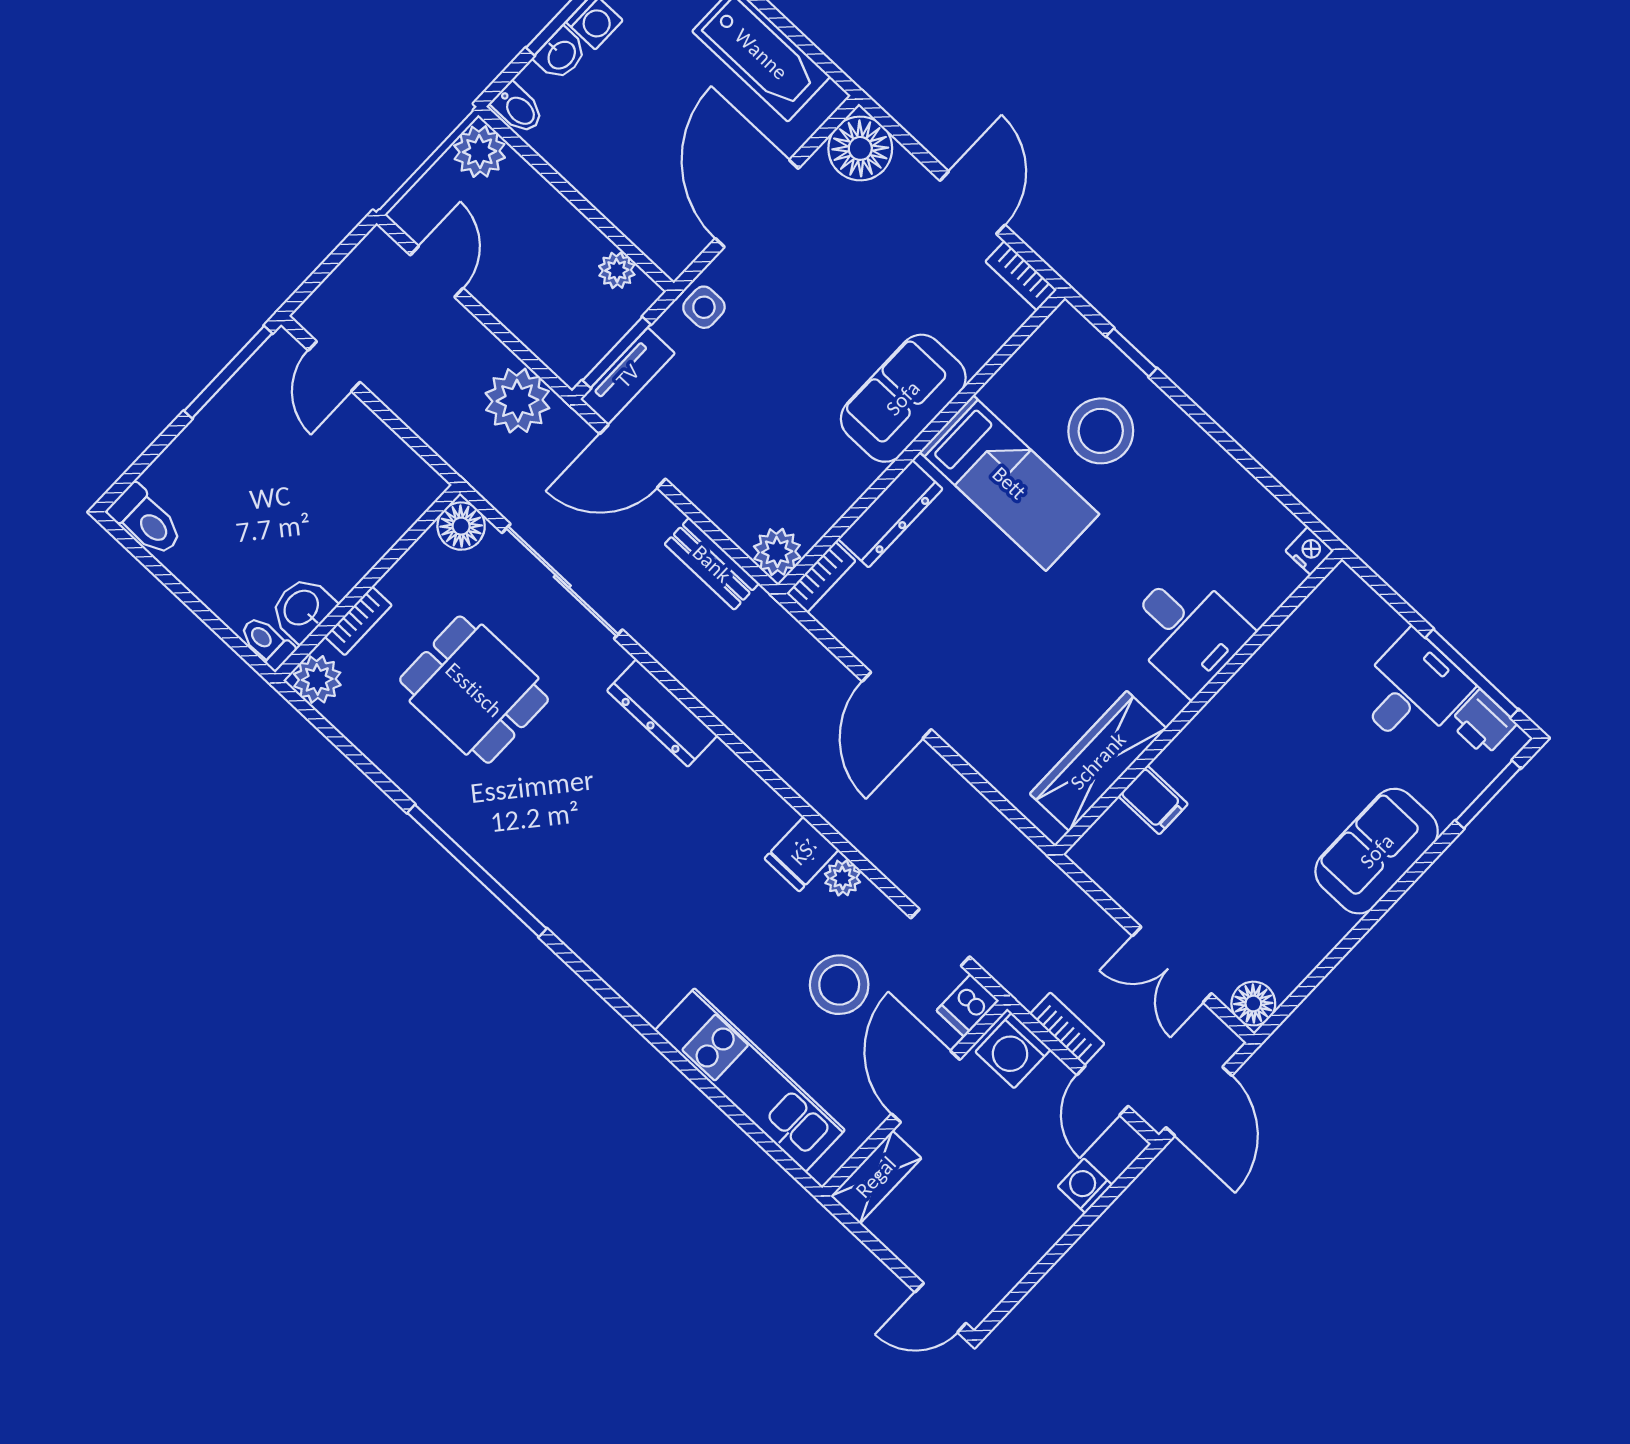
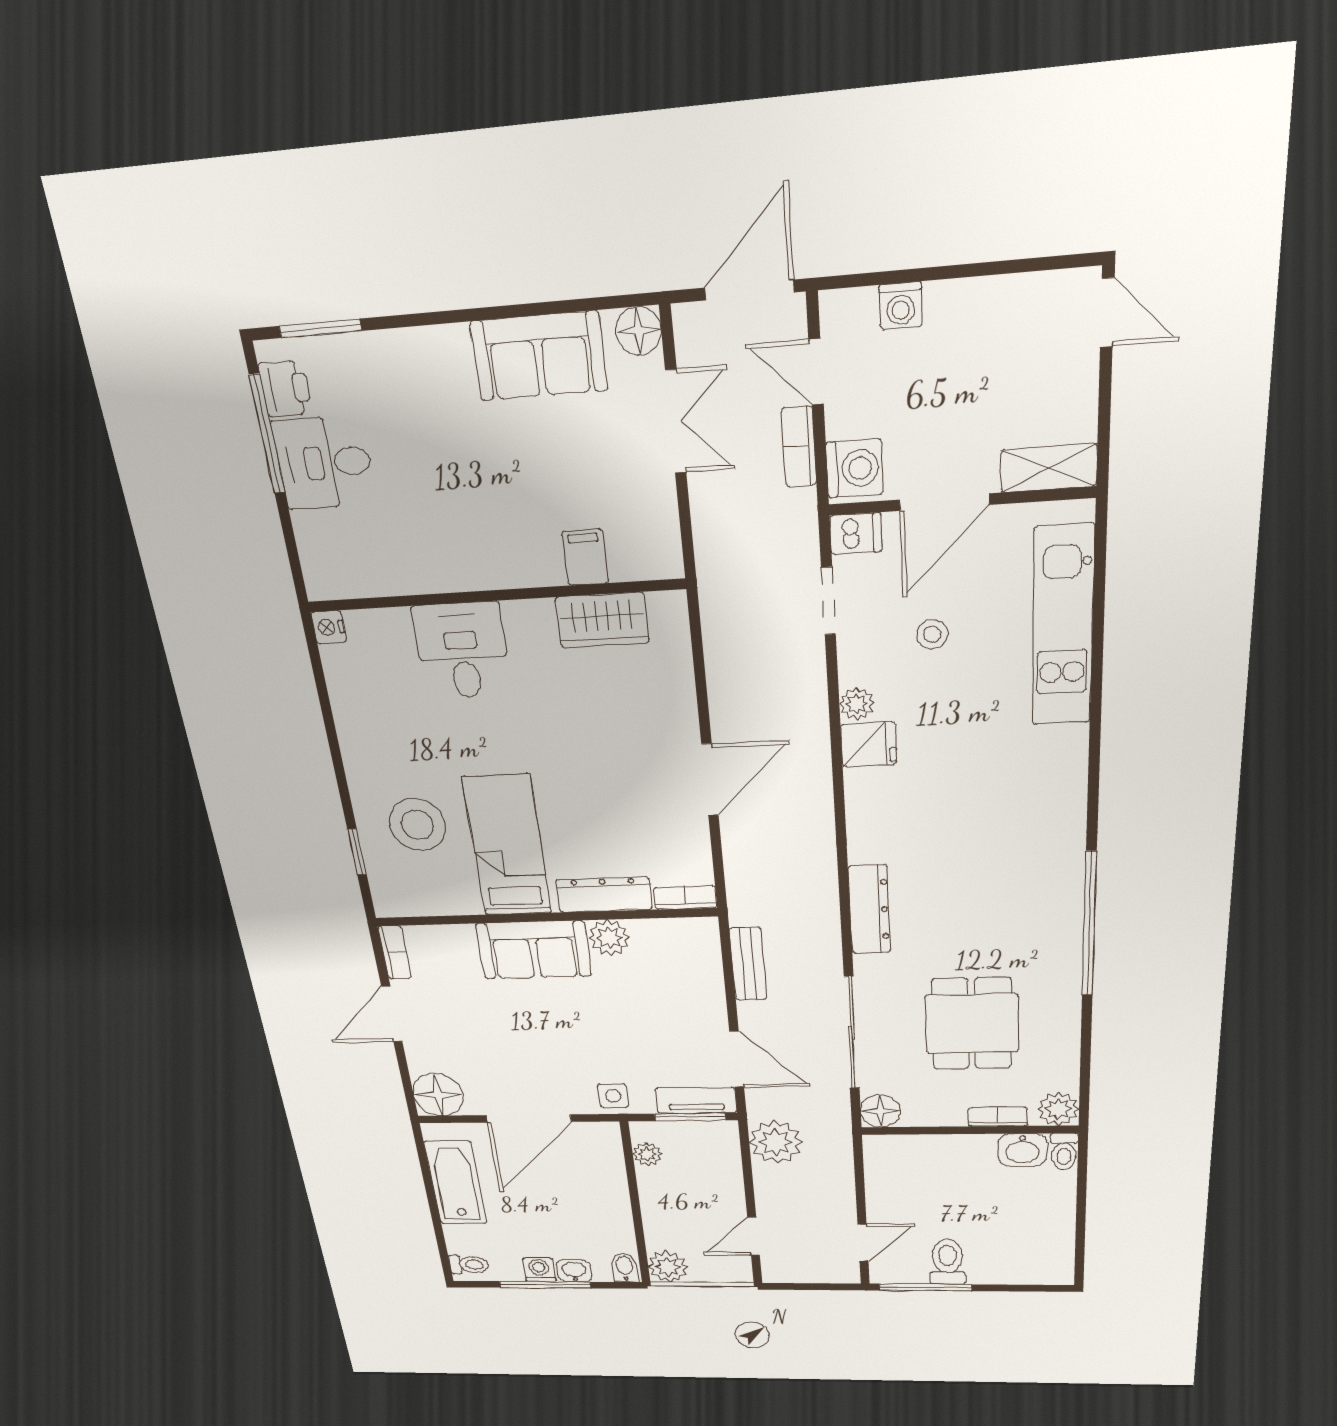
toilet: (146, 521) -> (948, 1262), moved
plant: (777, 552) -> (609, 938), moved
wardrobe: (1098, 761) -> (602, 620), width x0.67
sofa: (1377, 851) -> (539, 356), moved
stool: (839, 985) -> (932, 634), width x0.53, depth x0.53
door: (1103, 1090) -> (816, 372), swing flipped

